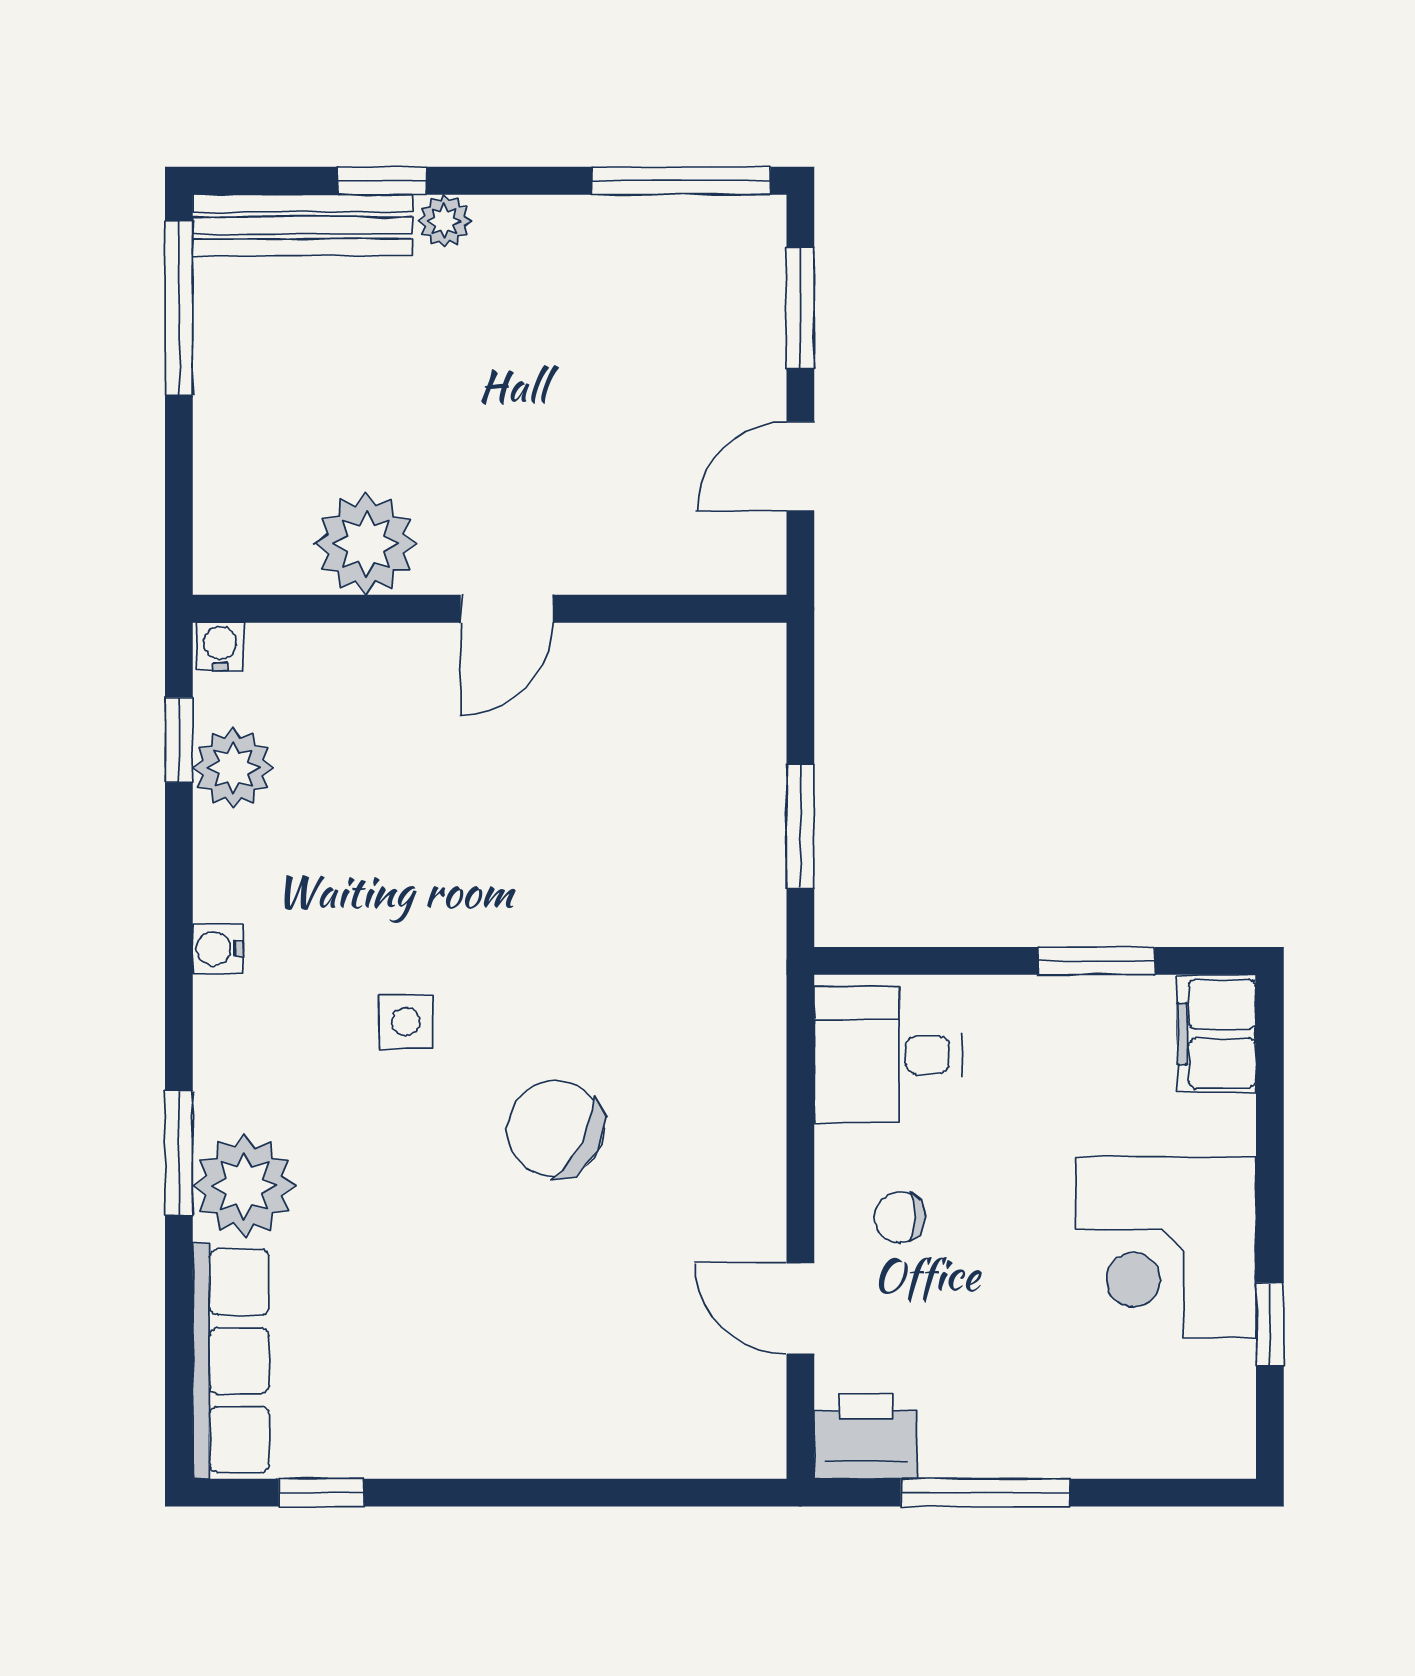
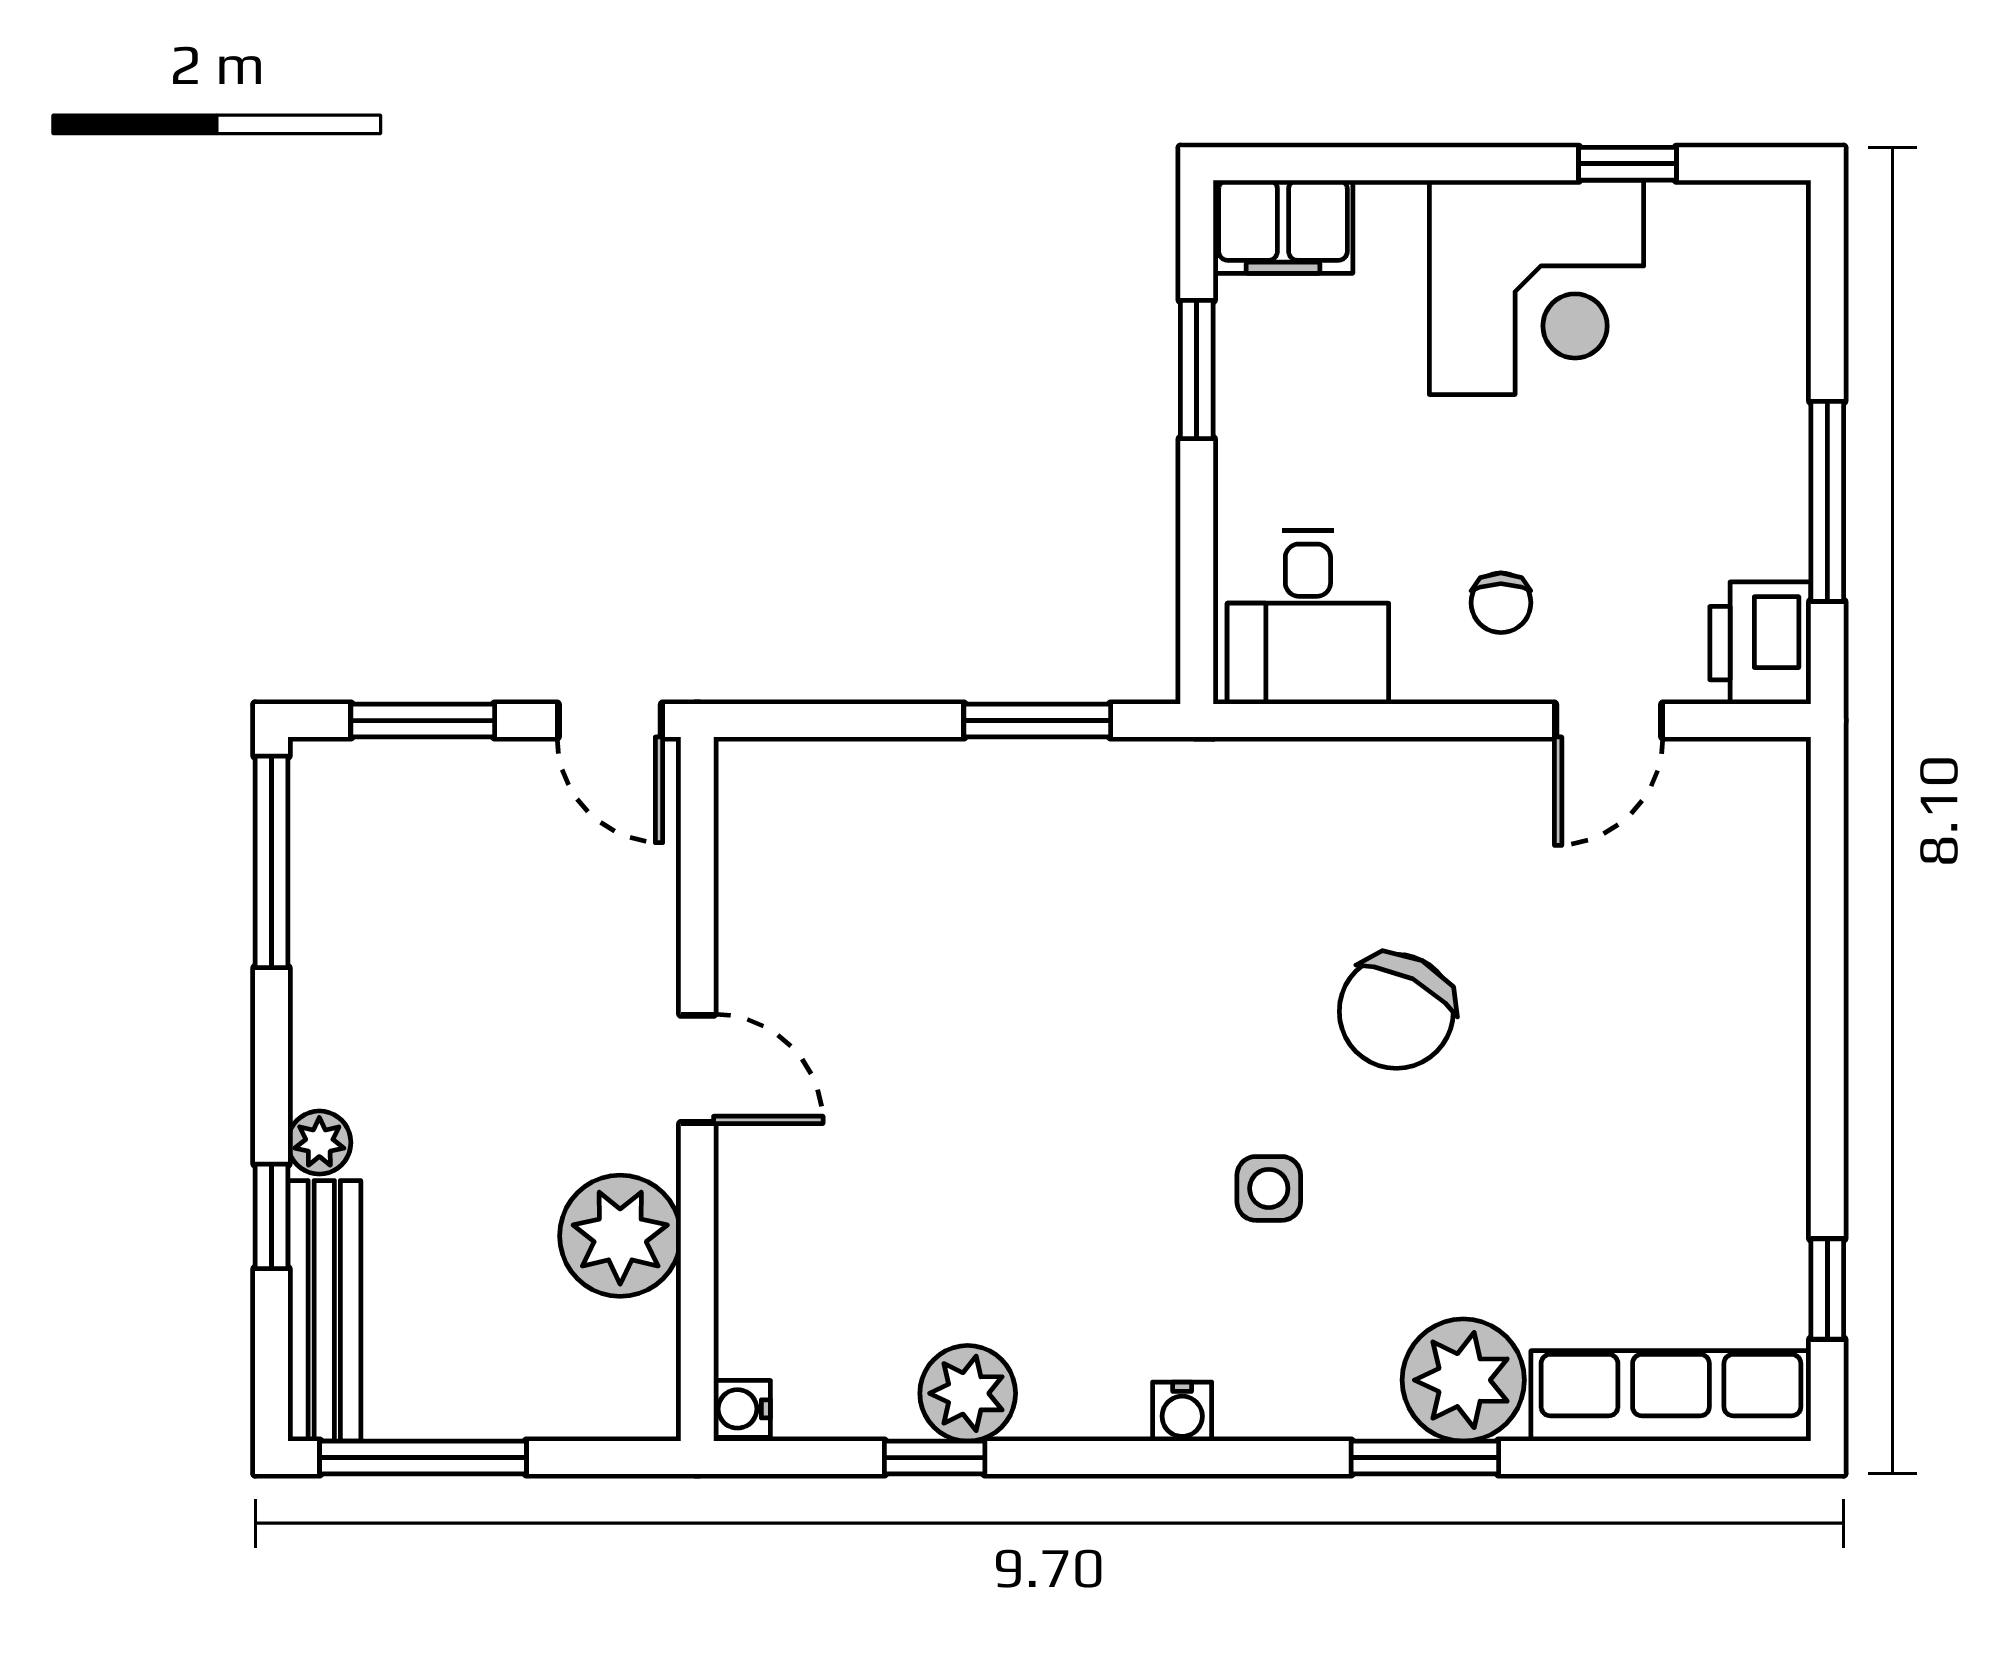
plant: (366, 544) -> (620, 1236), moved
wall: (490, 609) -> (697, 1089), moved
door: (507, 609) -> (697, 1069), moved
water cooler: (220, 647) -> (742, 1409), moved

